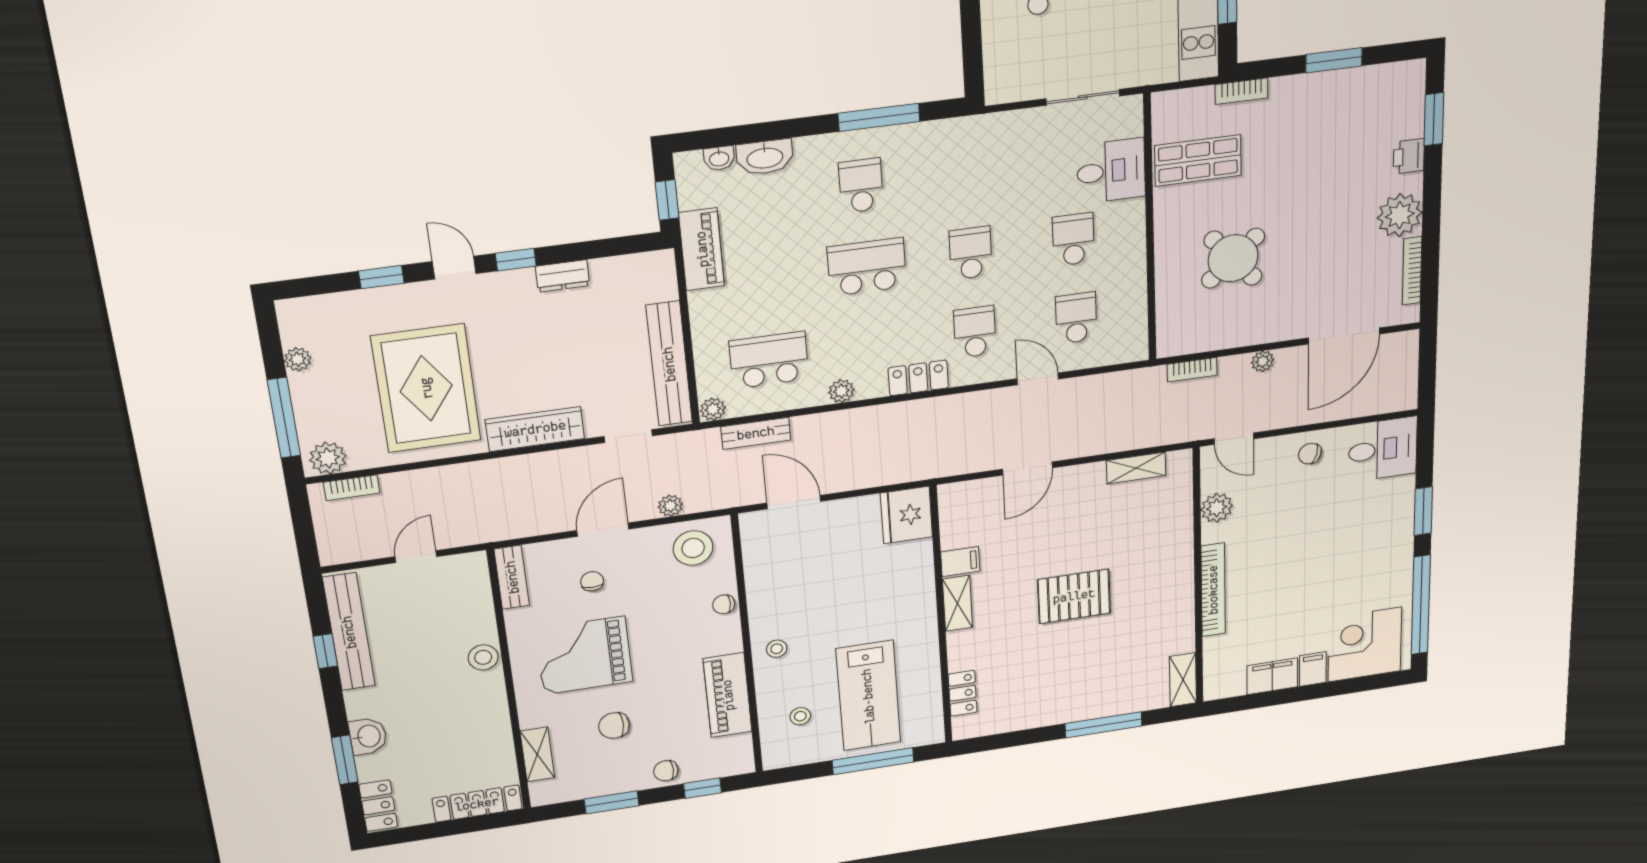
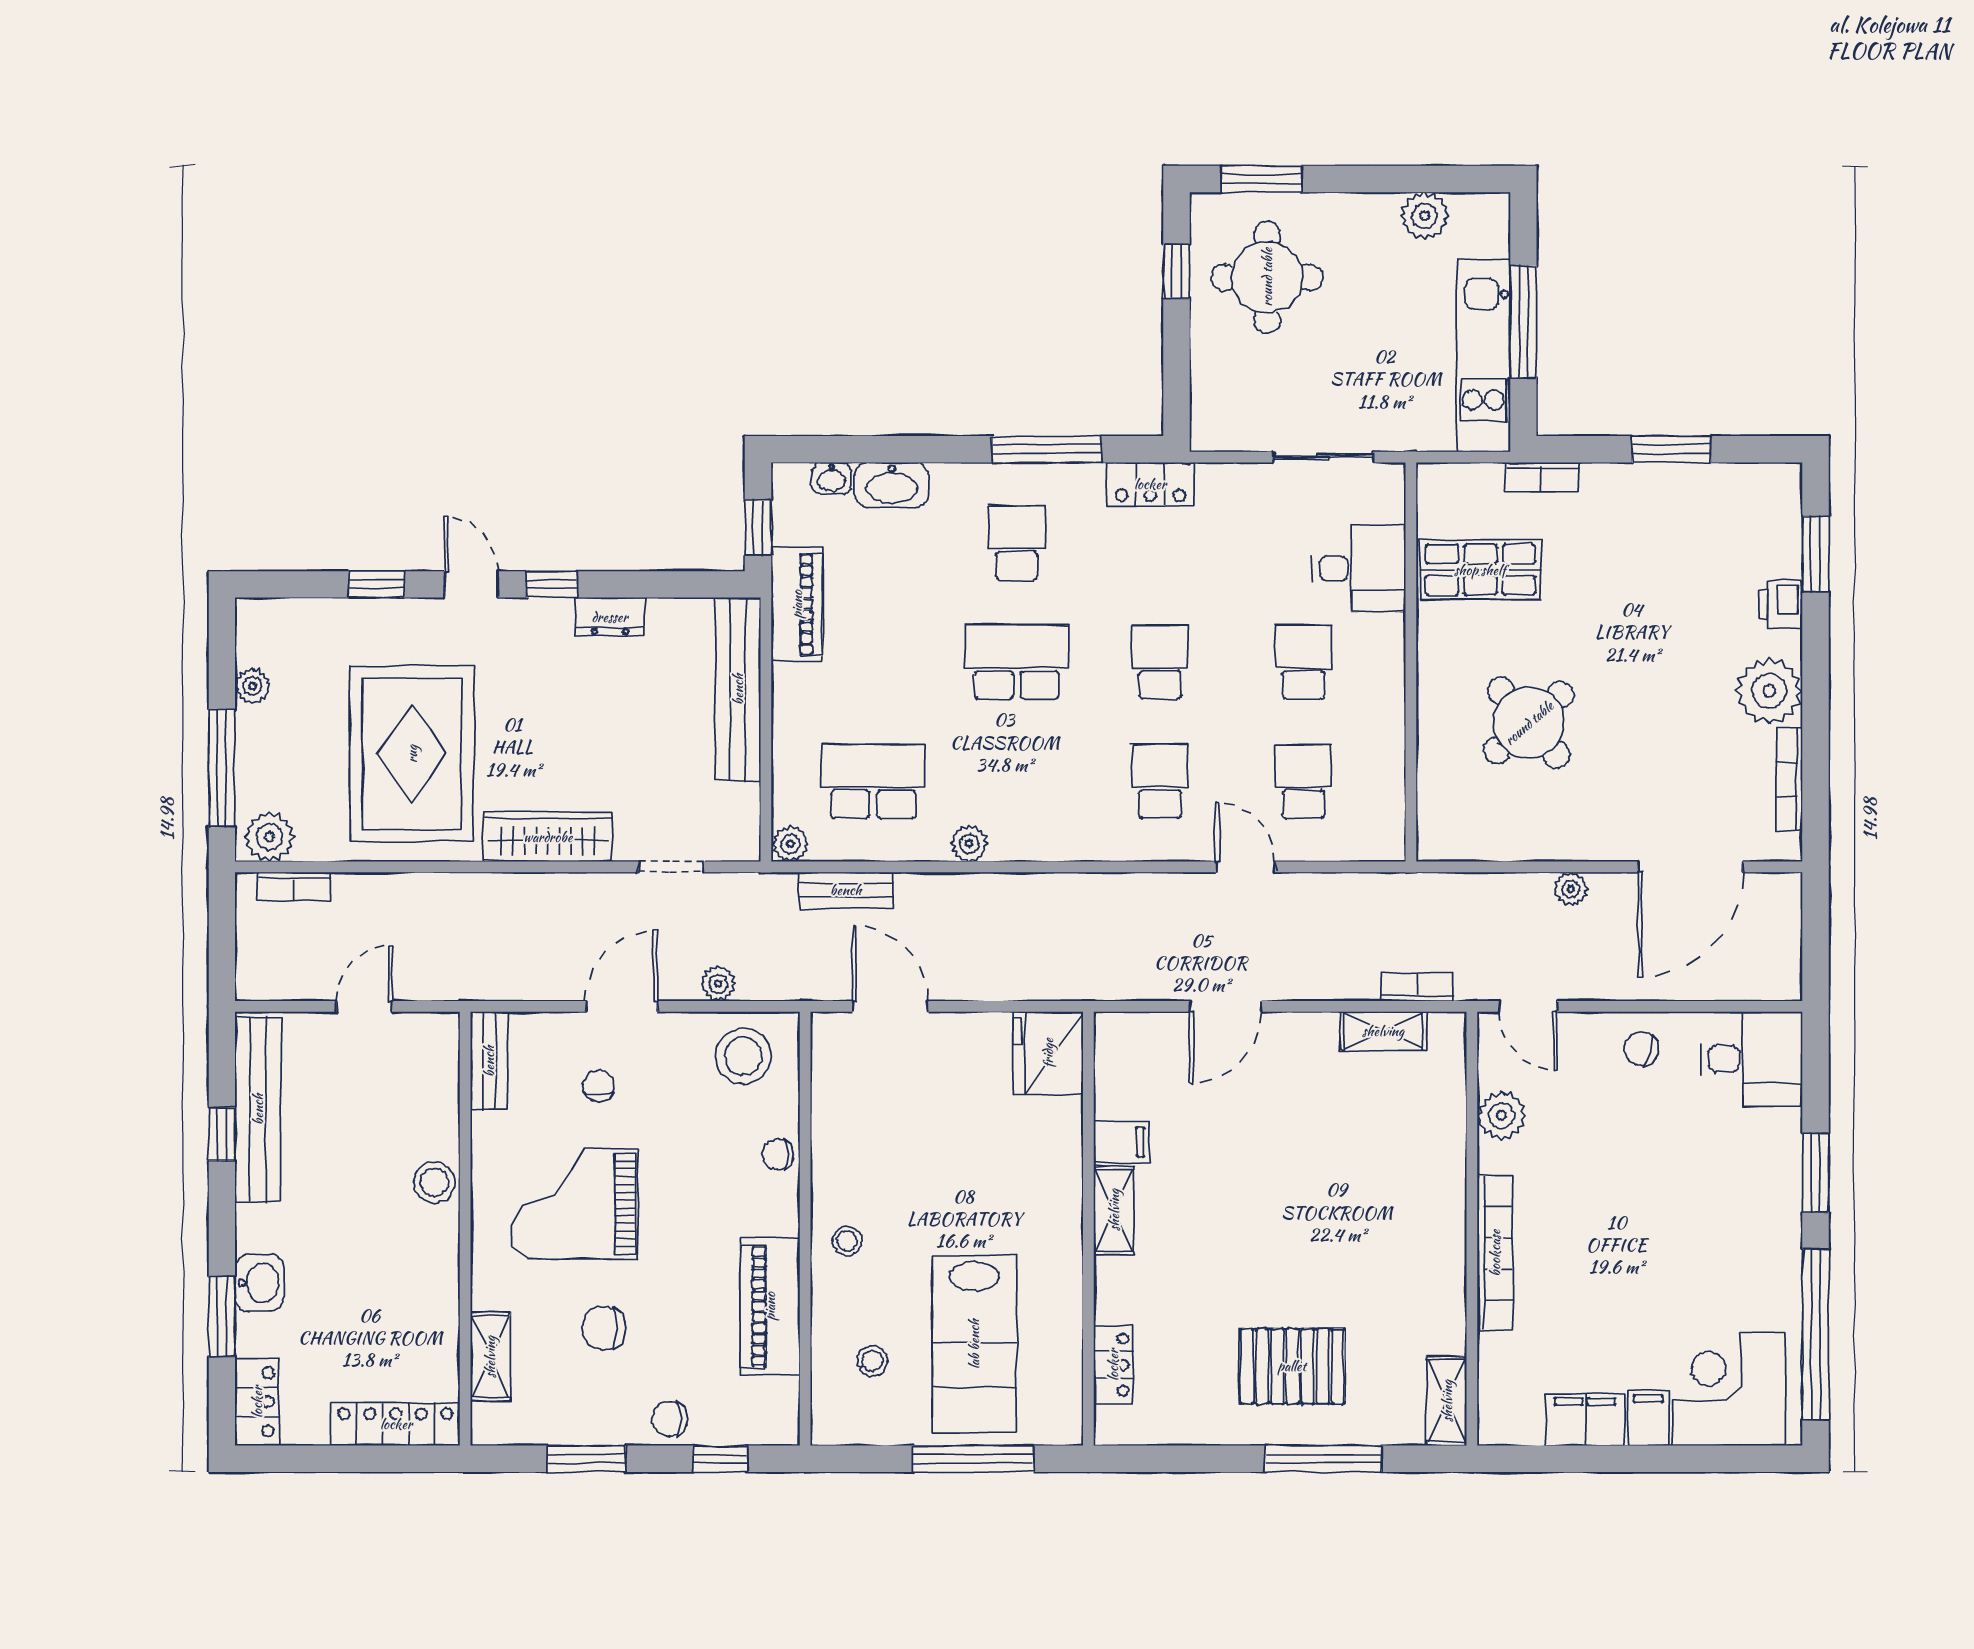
bench: (669, 364) -> (738, 689), moved
bookcase: (1192, 370) -> (1417, 987), moved, turned 180
locker: (918, 378) -> (1150, 484), moved, turned 180
pallet: (1074, 596) -> (1292, 1366), moved

